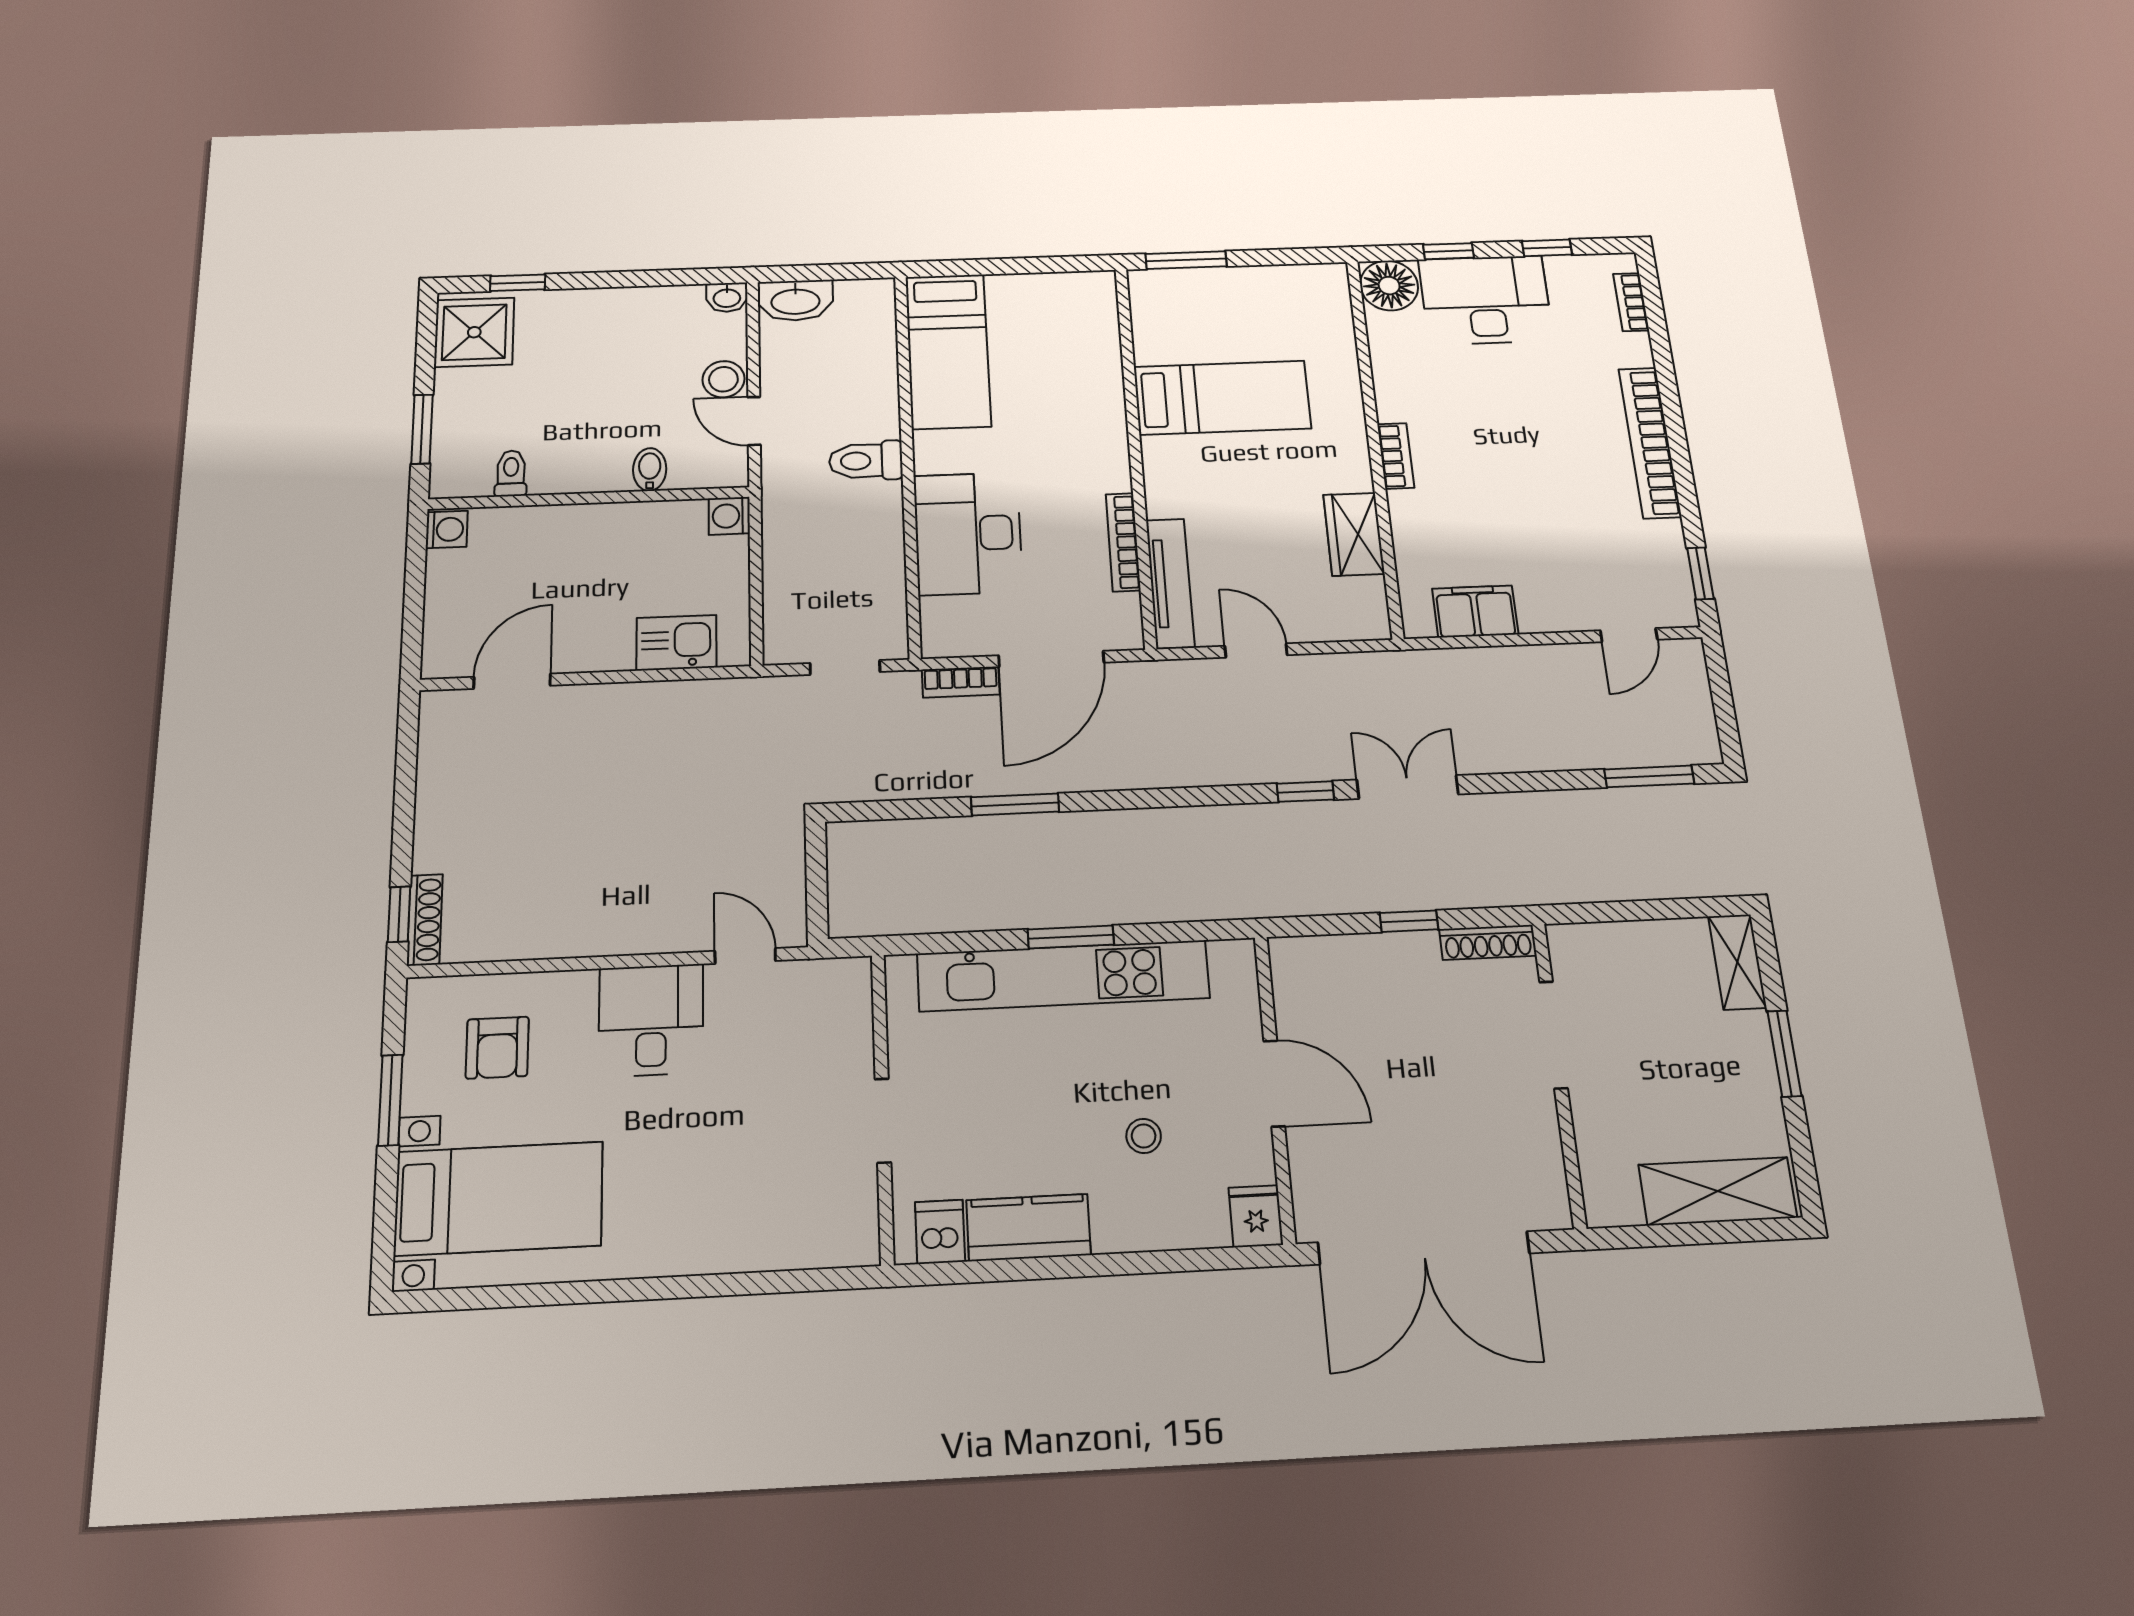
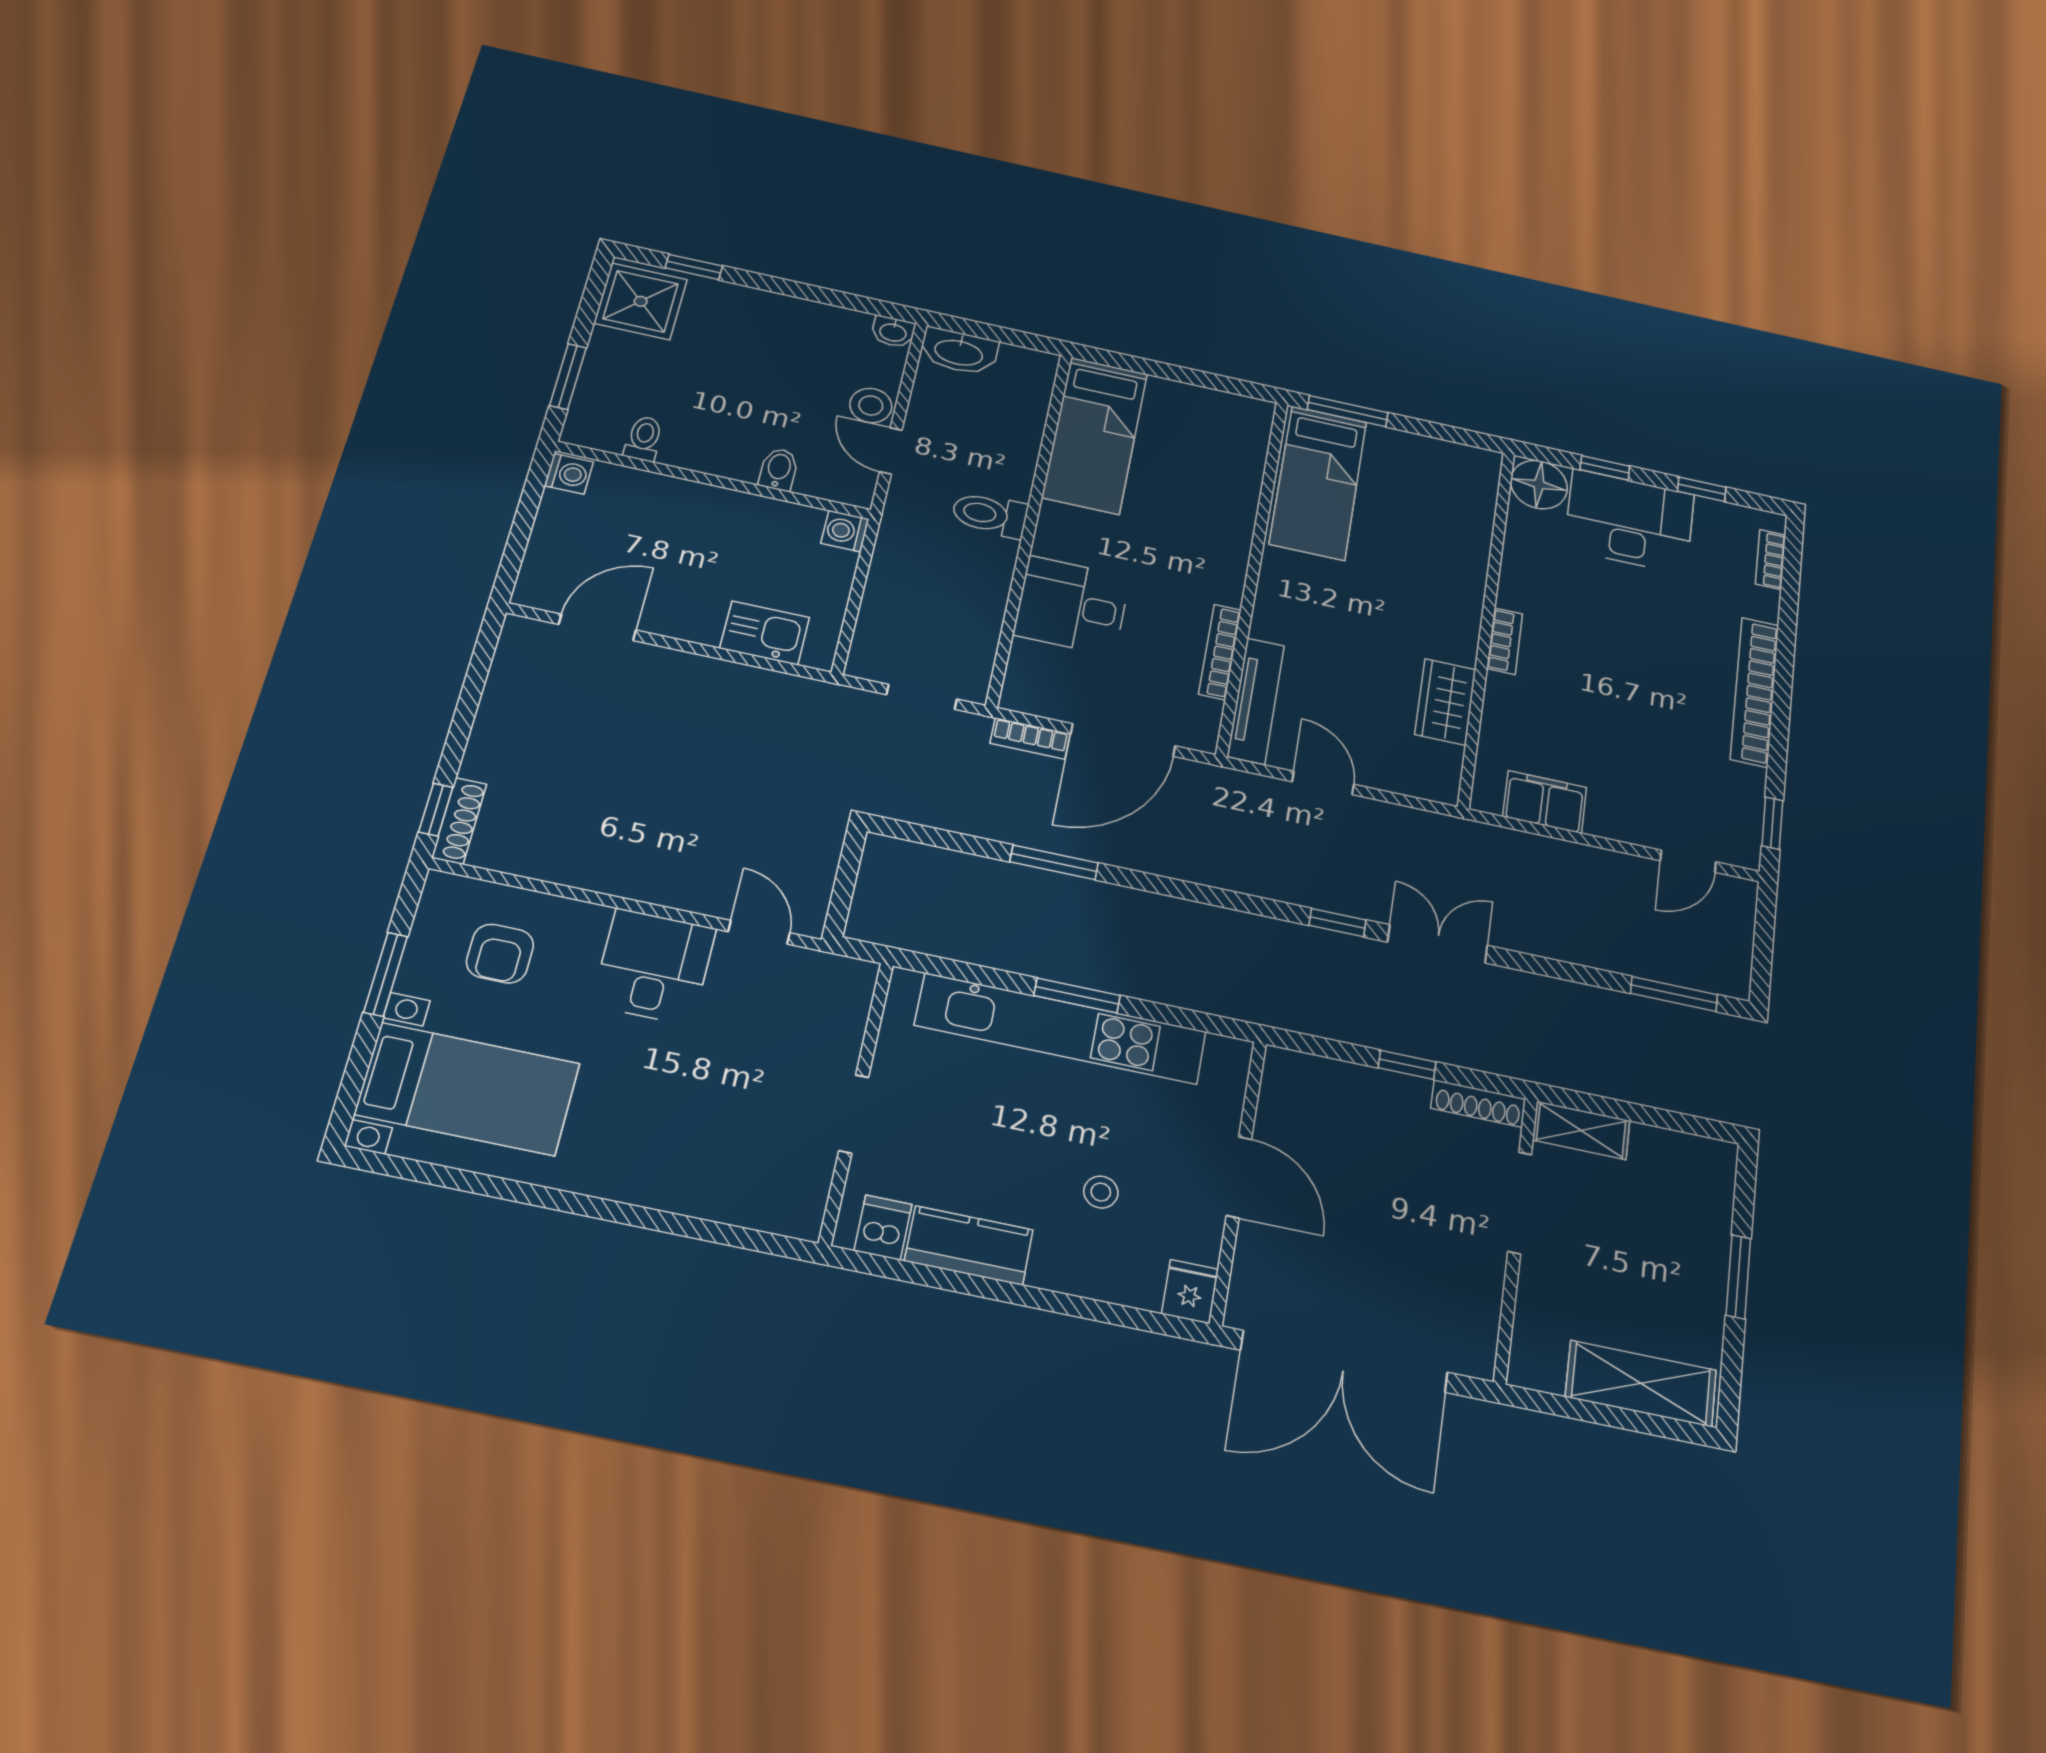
bed: (1222, 398) -> (1318, 483), moved, turned 90
desk: (968, 533) -> (1072, 606), width x0.73
shelving: (1737, 962) -> (1581, 1130), moved, turned 90

